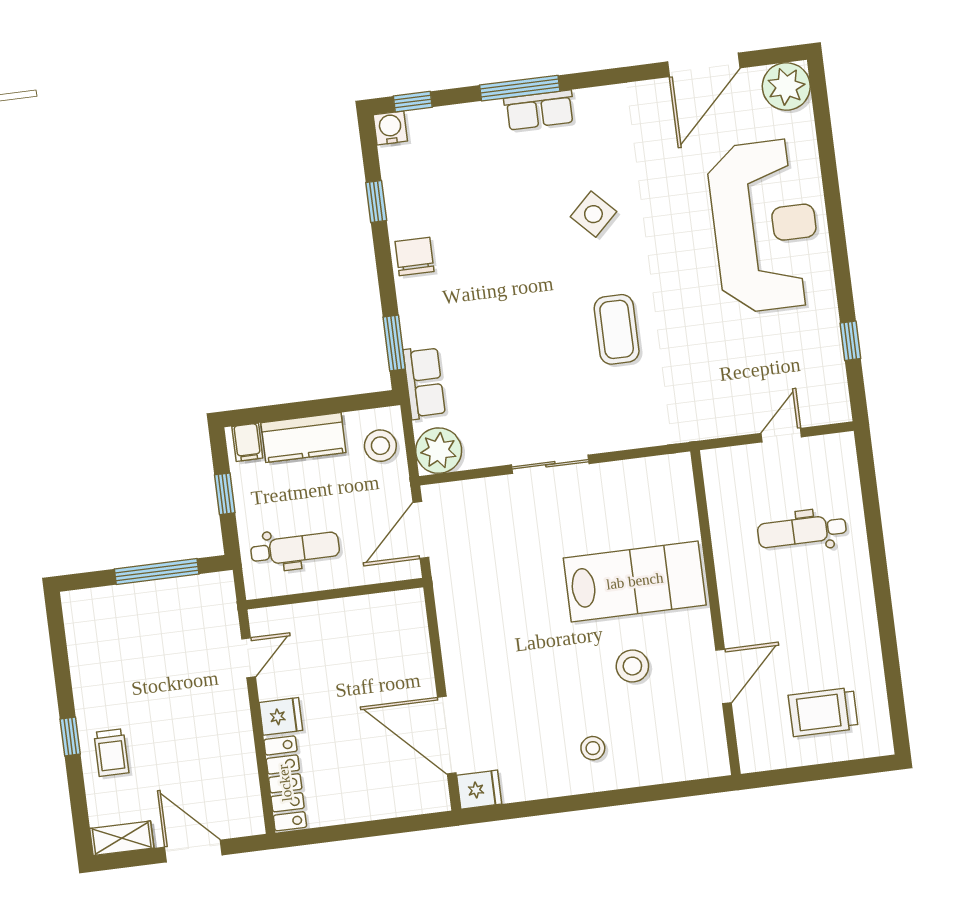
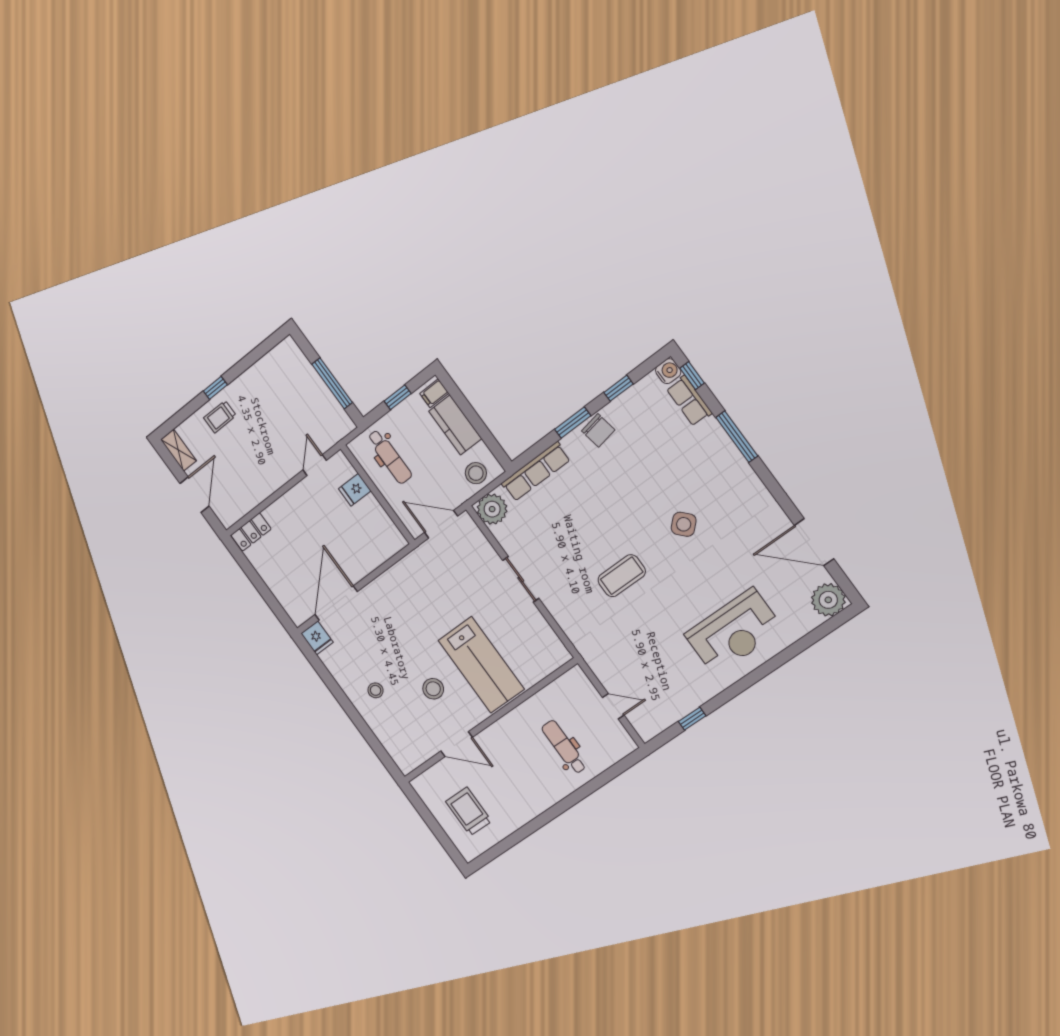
row of seats: (539, 110) -> (689, 401), moved
reception desk: (765, 226) -> (734, 632), width x0.74, depth x0.77
chair: (415, 256) -> (598, 430), turned 80
window: (394, 343) -> (573, 423), moved
row of seats: (424, 383) -> (536, 472), width x1.48
door: (249, 658) -> (315, 465), swing flipped
fridge: (281, 716) -> (355, 490), moved, turned 90
locker: (285, 783) -> (251, 532), width x0.66

